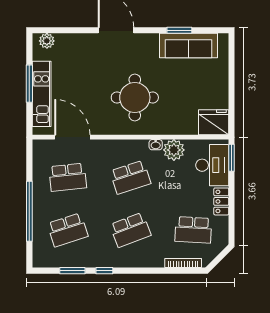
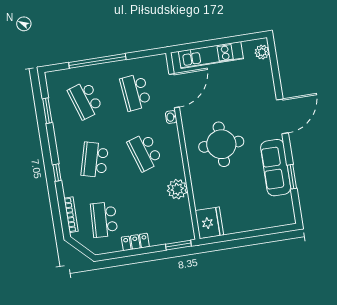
sofa: (189, 46) -> (276, 168), moved
window: (29, 84) -> (219, 42), removed
washbasin: (156, 145) -> (171, 117), moved
desk: (212, 165) -> (168, 228), removed
school desk: (130, 230) -> (95, 160), turned 36
window: (104, 271) -> (57, 173), moved

